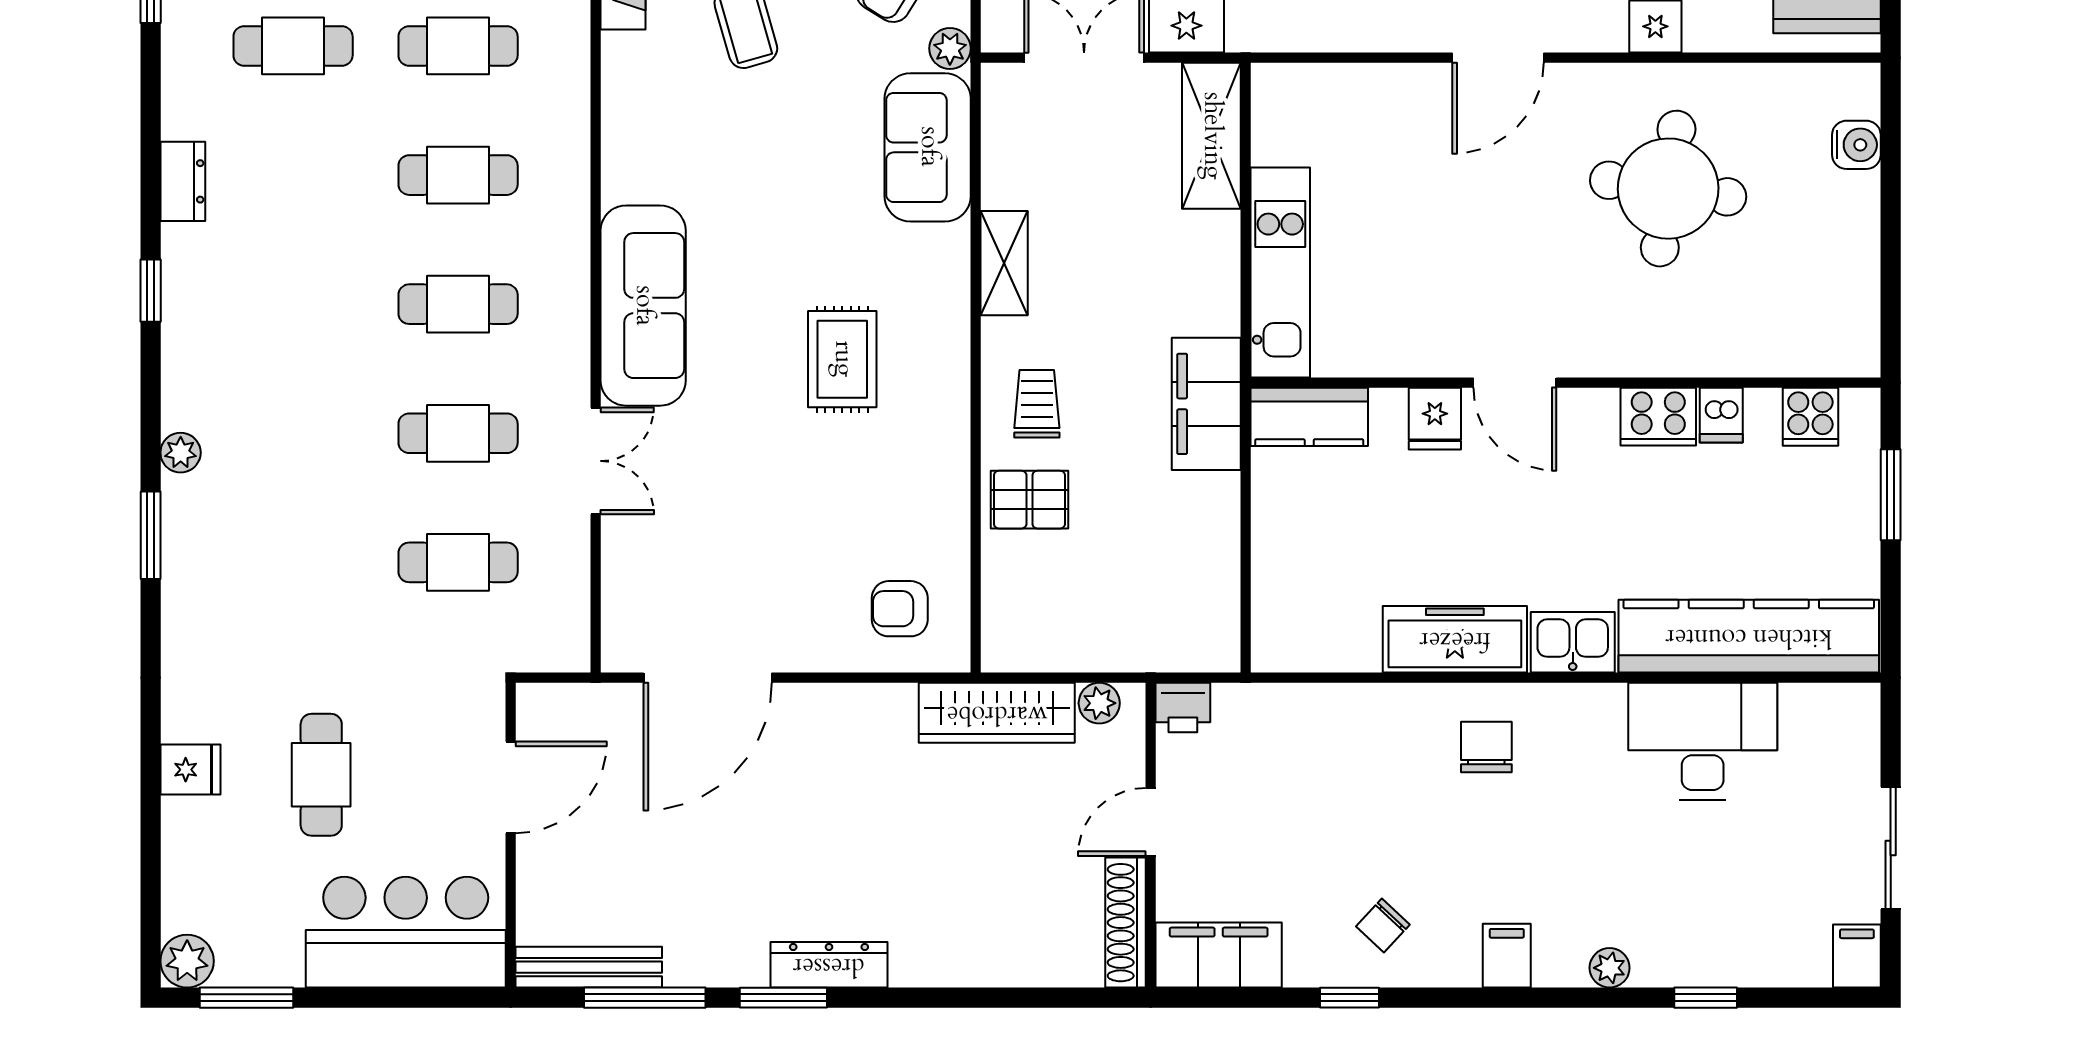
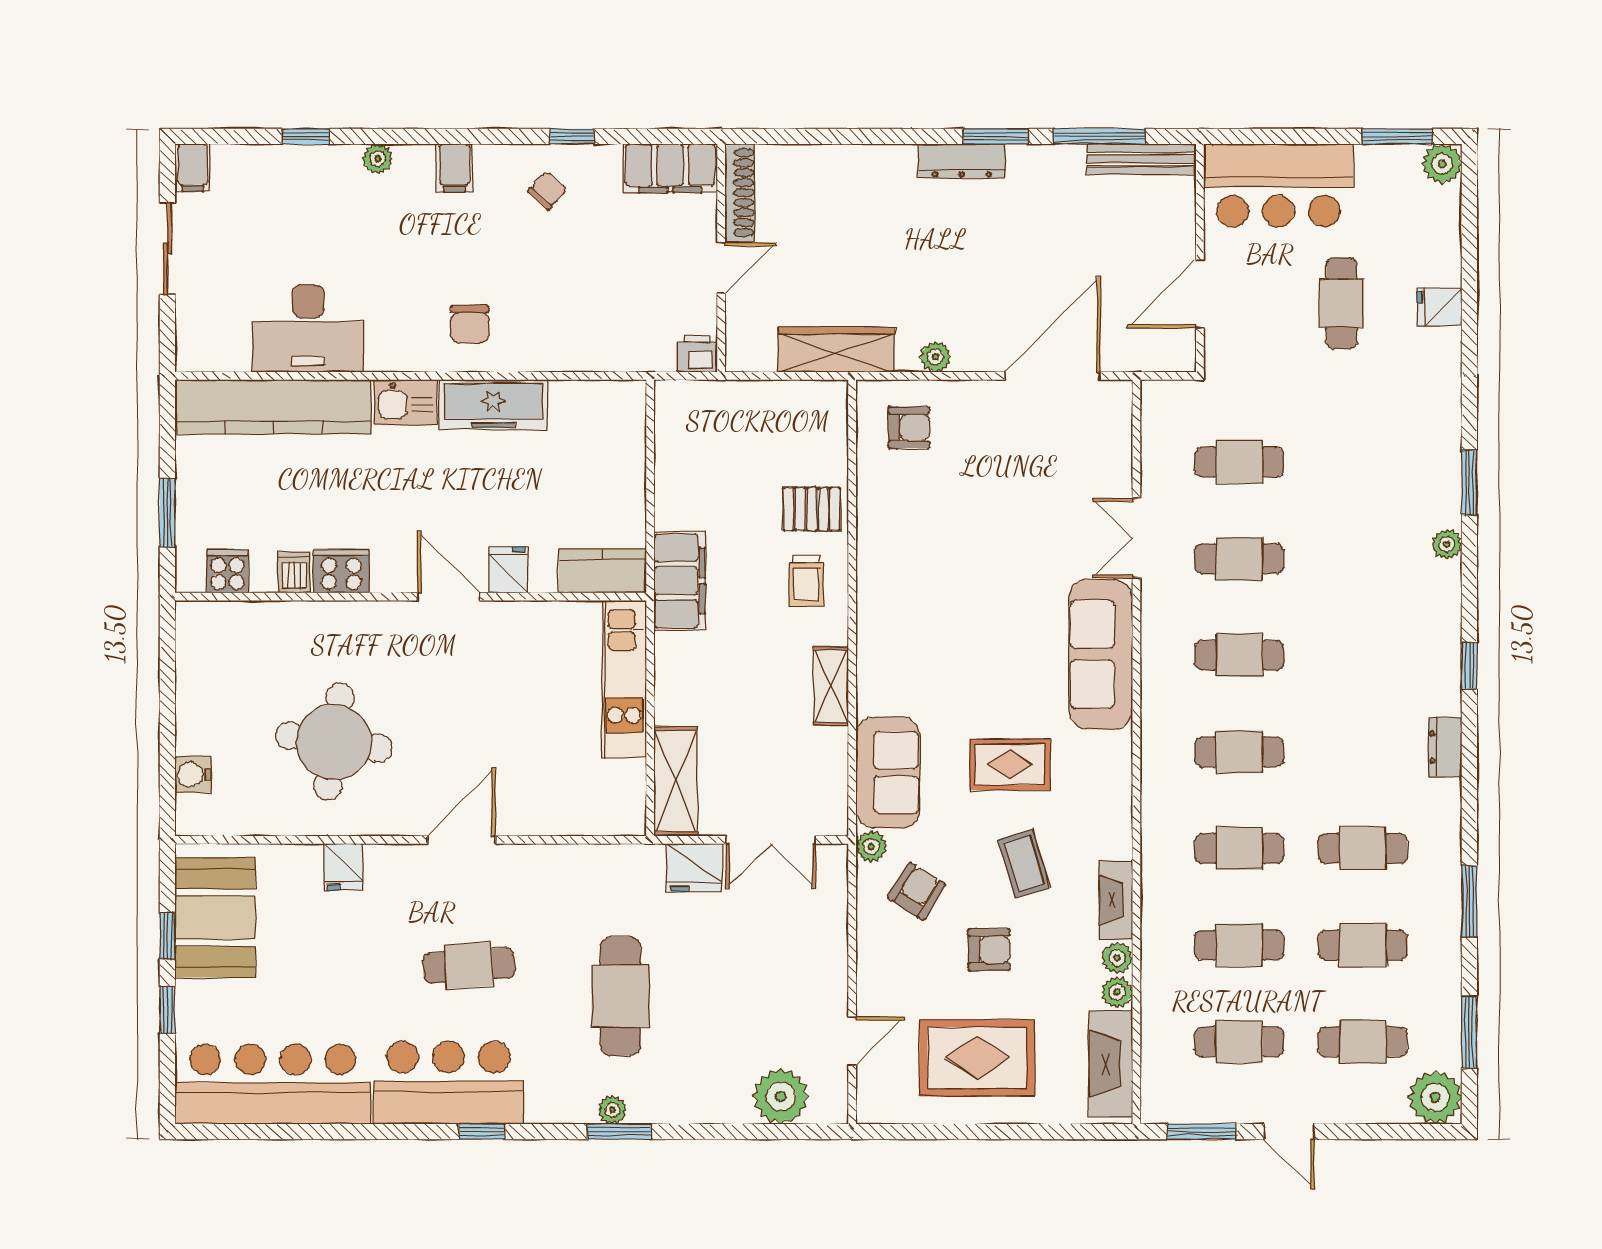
rug: (842, 359) -> (1010, 765), moved, turned 90
plant: (1099, 703) -> (935, 357), moved

